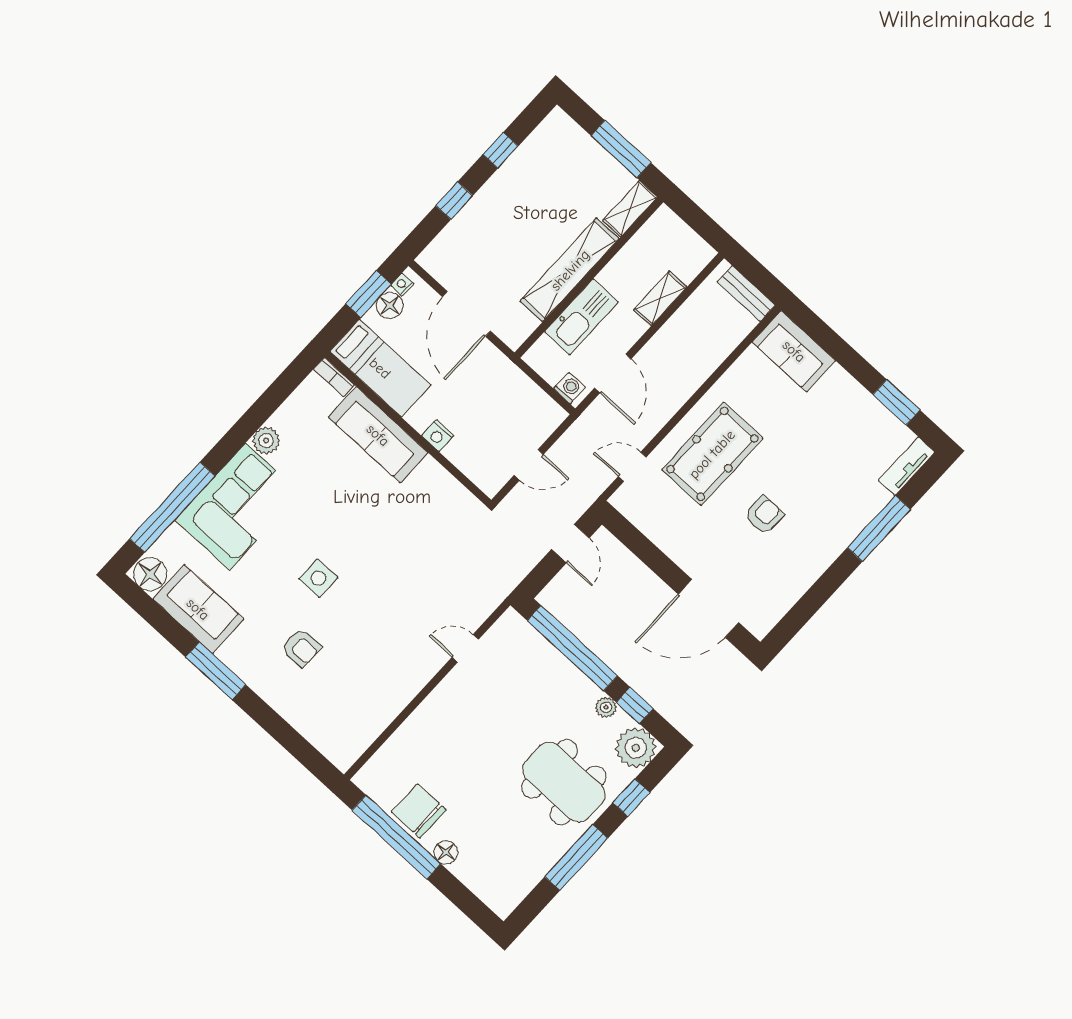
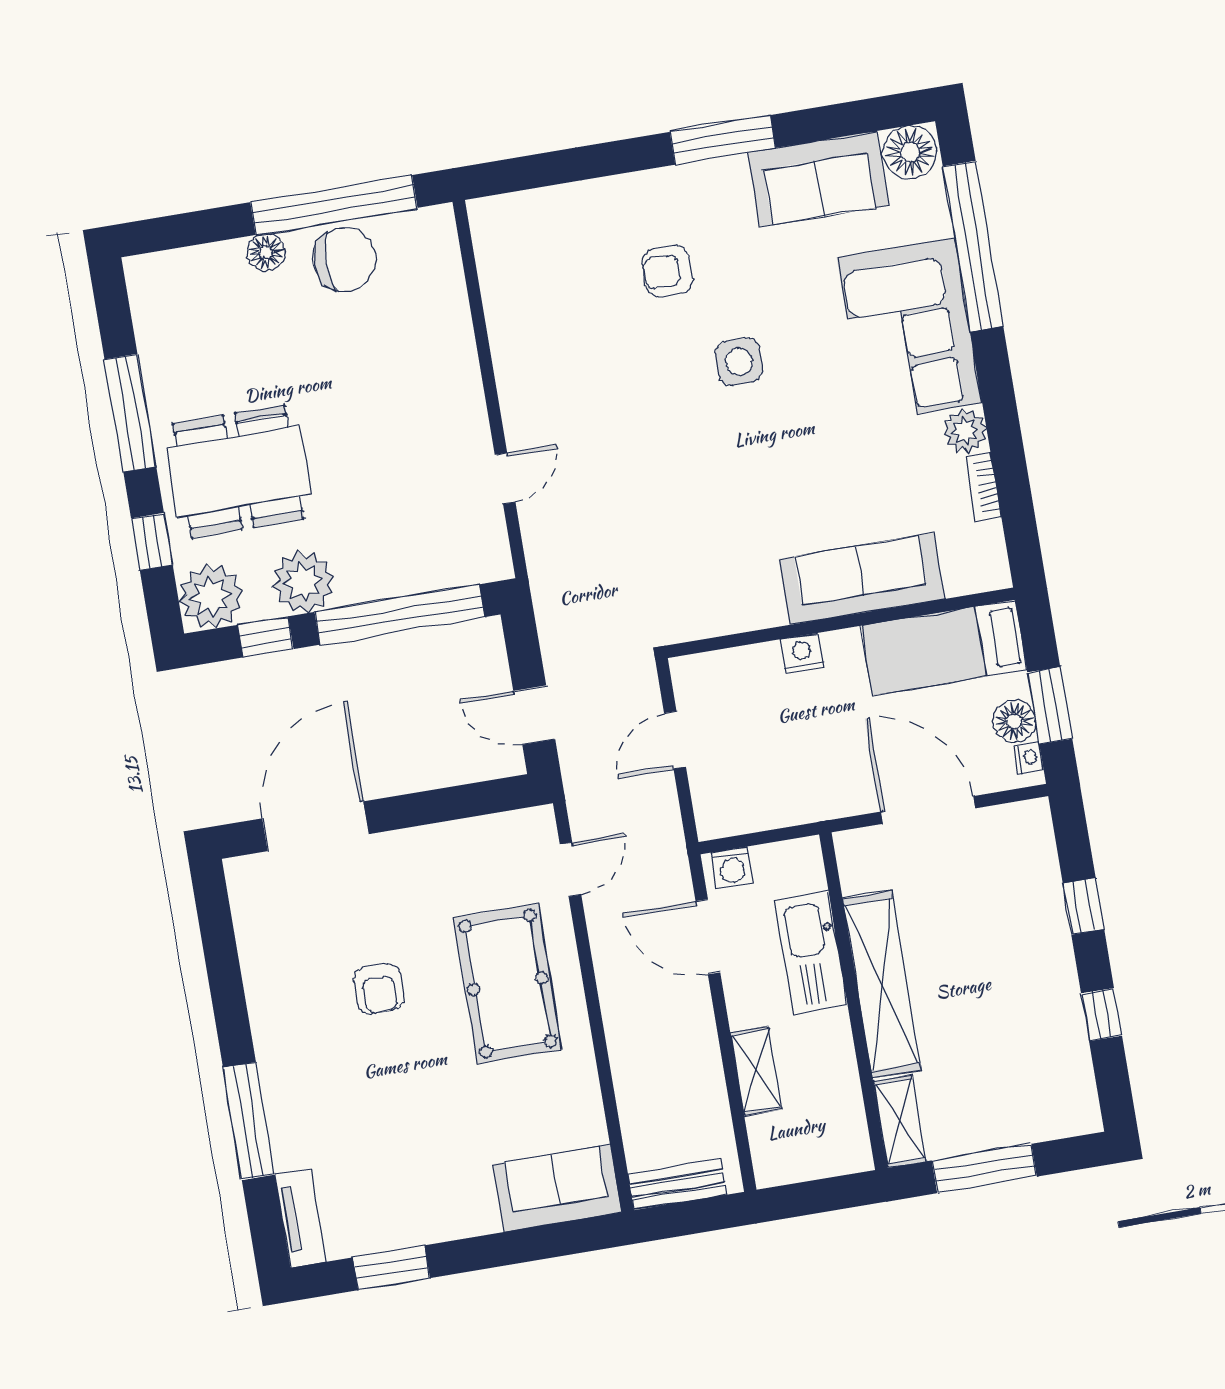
bookcase: (334, 377) -> (983, 487), moved, turned -90
plant: (606, 707) -> (303, 582), width x1.88, depth x1.88

